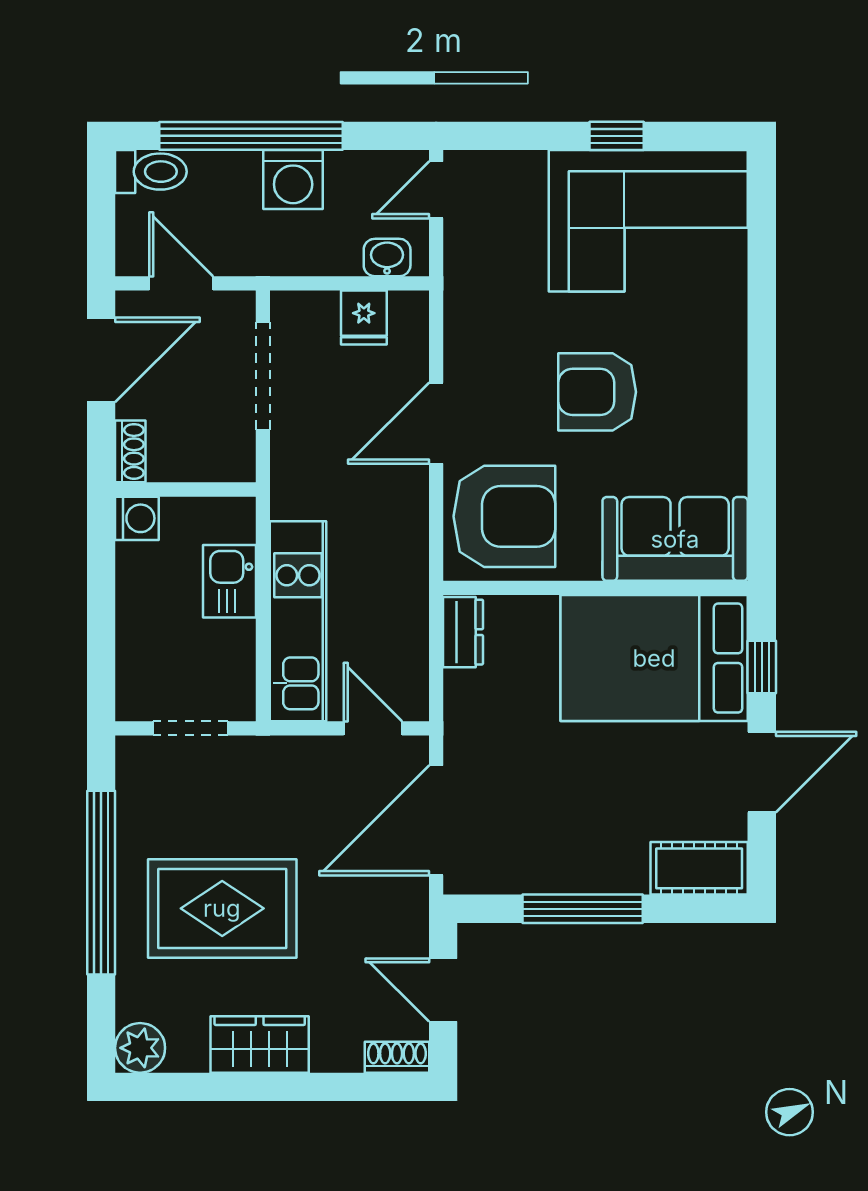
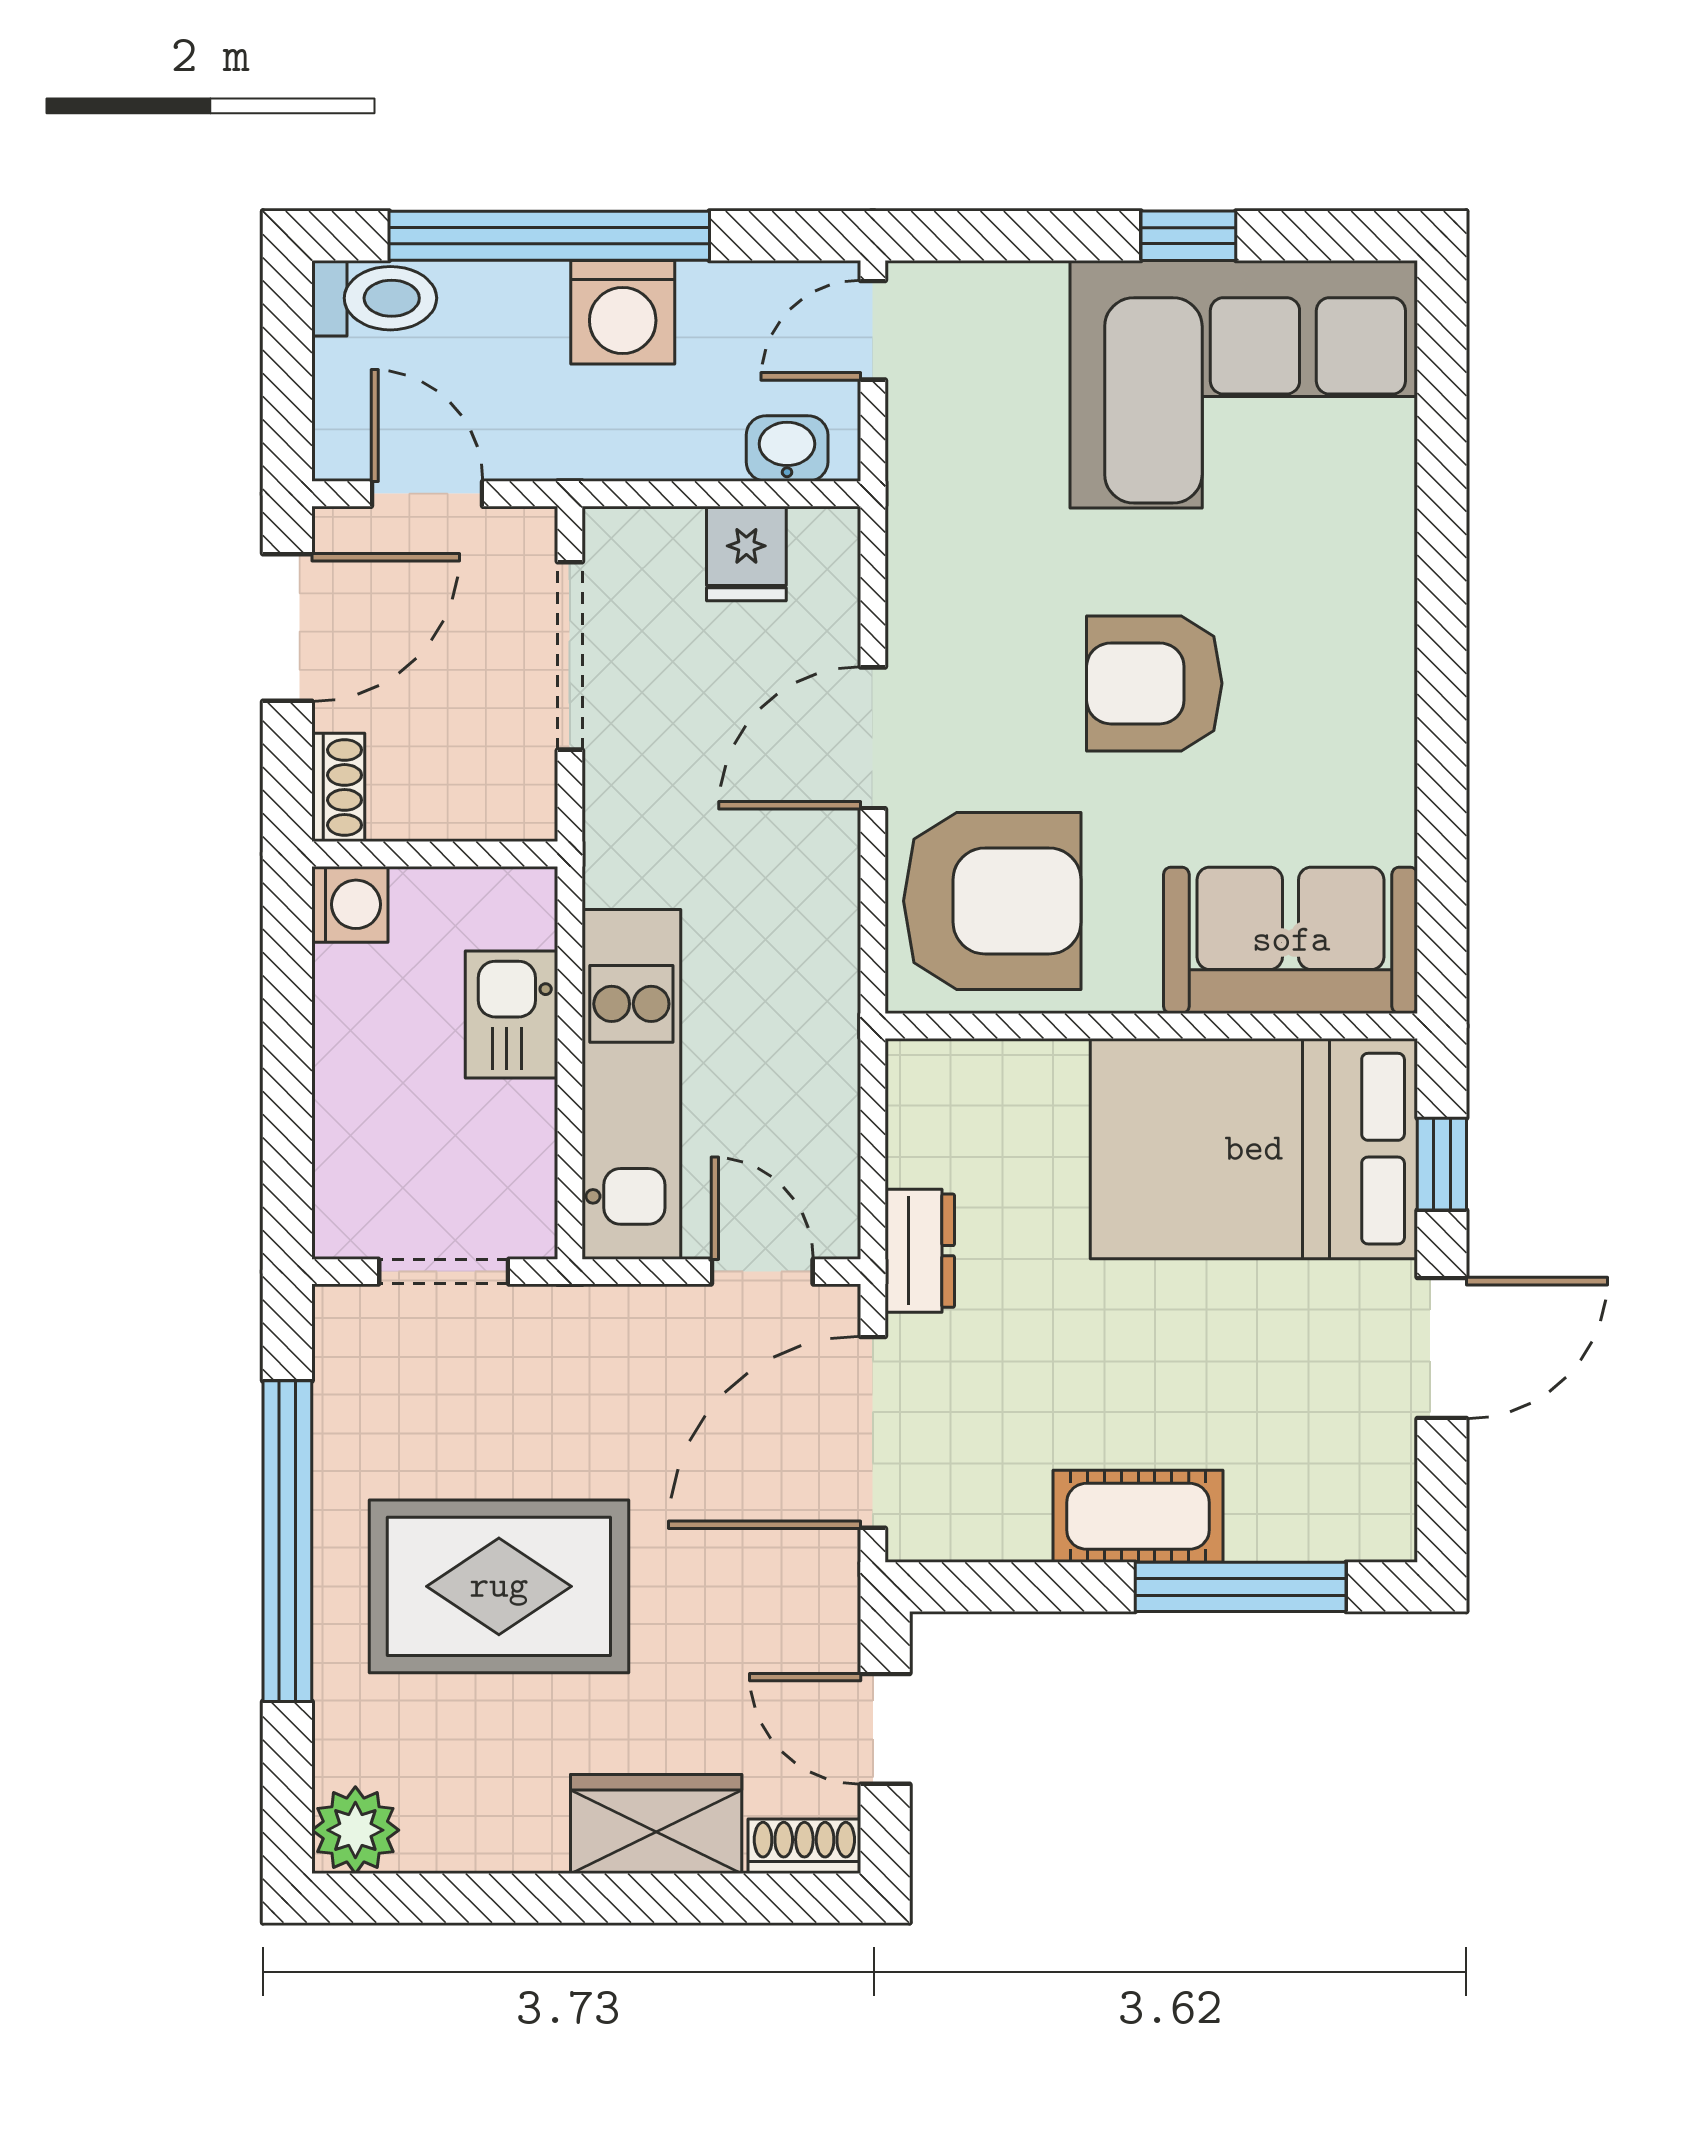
dresser: (463, 632) -> (920, 1251), moved
cot: (699, 868) -> (1138, 1516), moved
window: (583, 909) -> (1241, 1587), moved
wardrobe: (260, 1044) -> (656, 1824), moved

